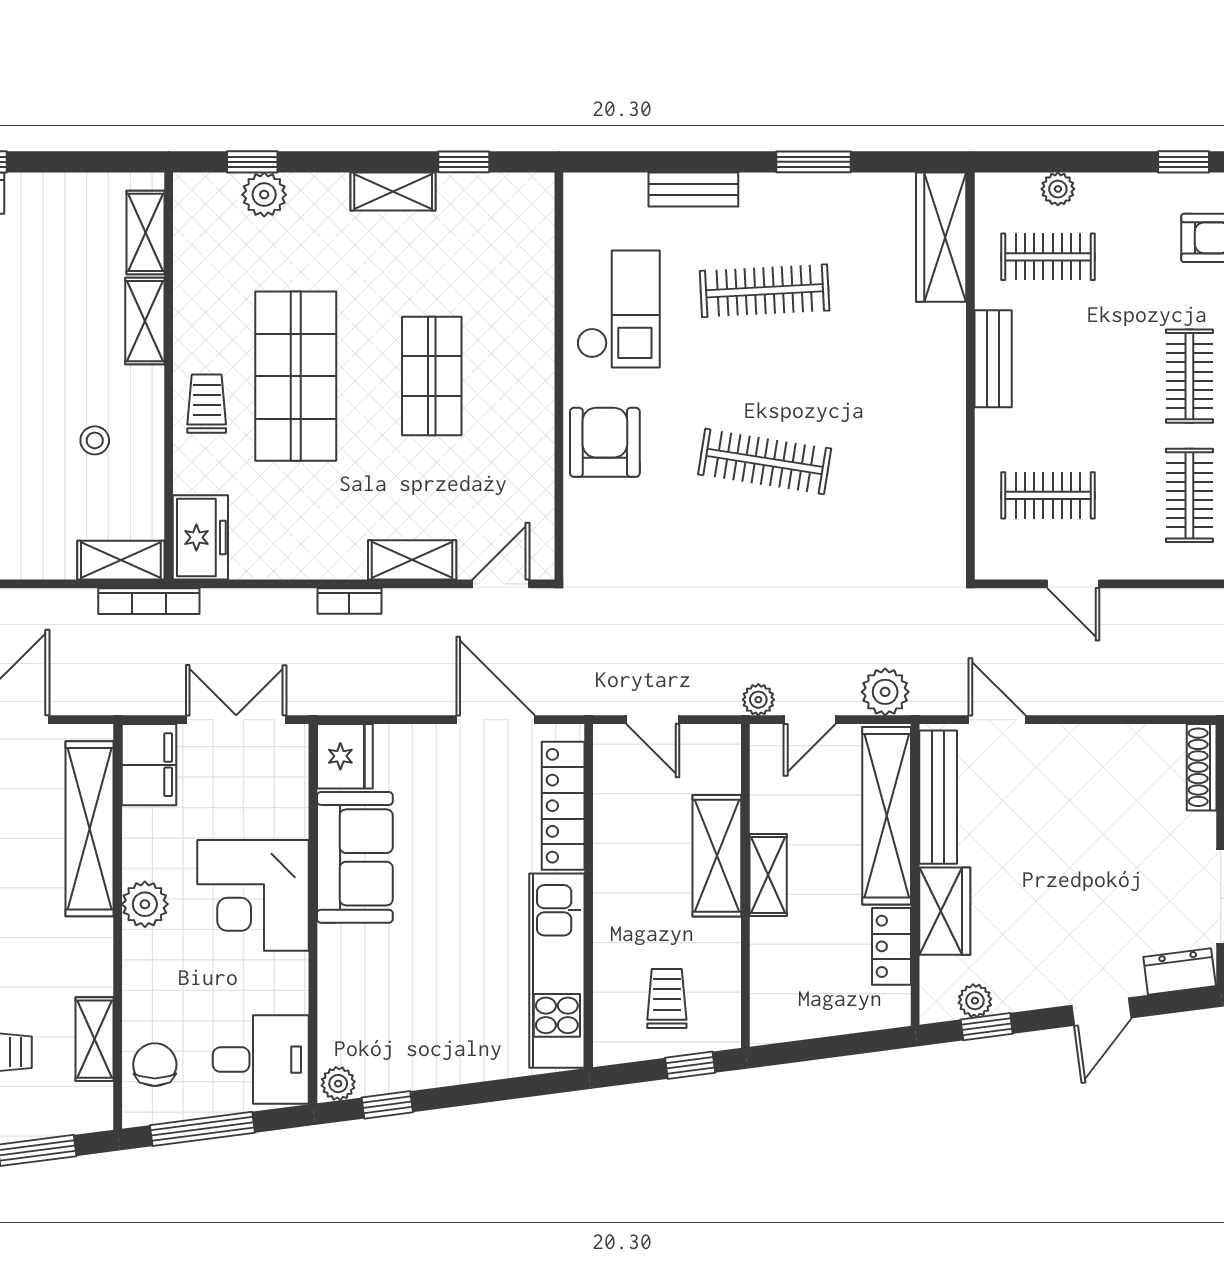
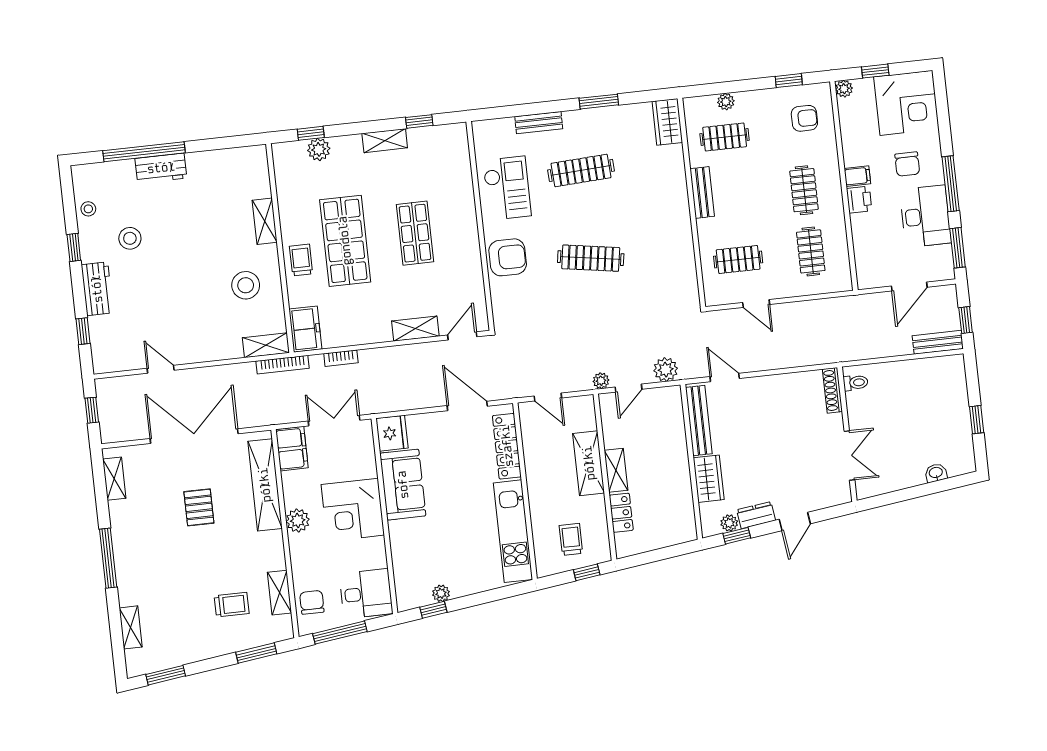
shelving: (146, 232) -> (260, 176), removed
wardrobe: (941, 237) -> (667, 122), width x0.67
stool: (95, 440) -> (246, 285), width x1.89, depth x1.89
armchair: (605, 442) -> (508, 257), turned 90
bookcase: (349, 601) -> (341, 358), moved
shelving: (887, 816) -> (673, 433), removed
locker: (891, 946) -> (621, 513), moved, turned 180
dresser: (1180, 971) -> (756, 515), moved
plant: (338, 1084) -> (441, 593), moved

